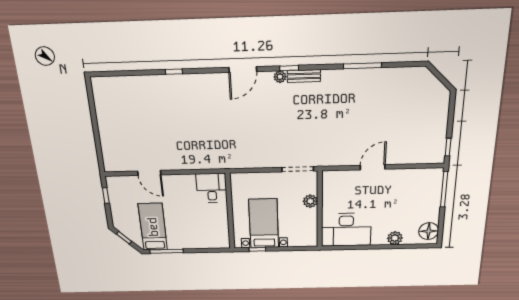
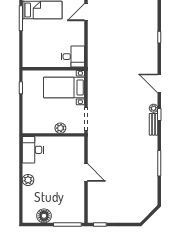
bed with nightstands: (264, 224) -> (64, 88), moved, turned 180
desk: (346, 230) -> (33, 150), width x0.73, depth x0.77
floor lamp: (429, 231) -> (44, 216), moved
plant: (395, 238) -> (28, 180), moved

